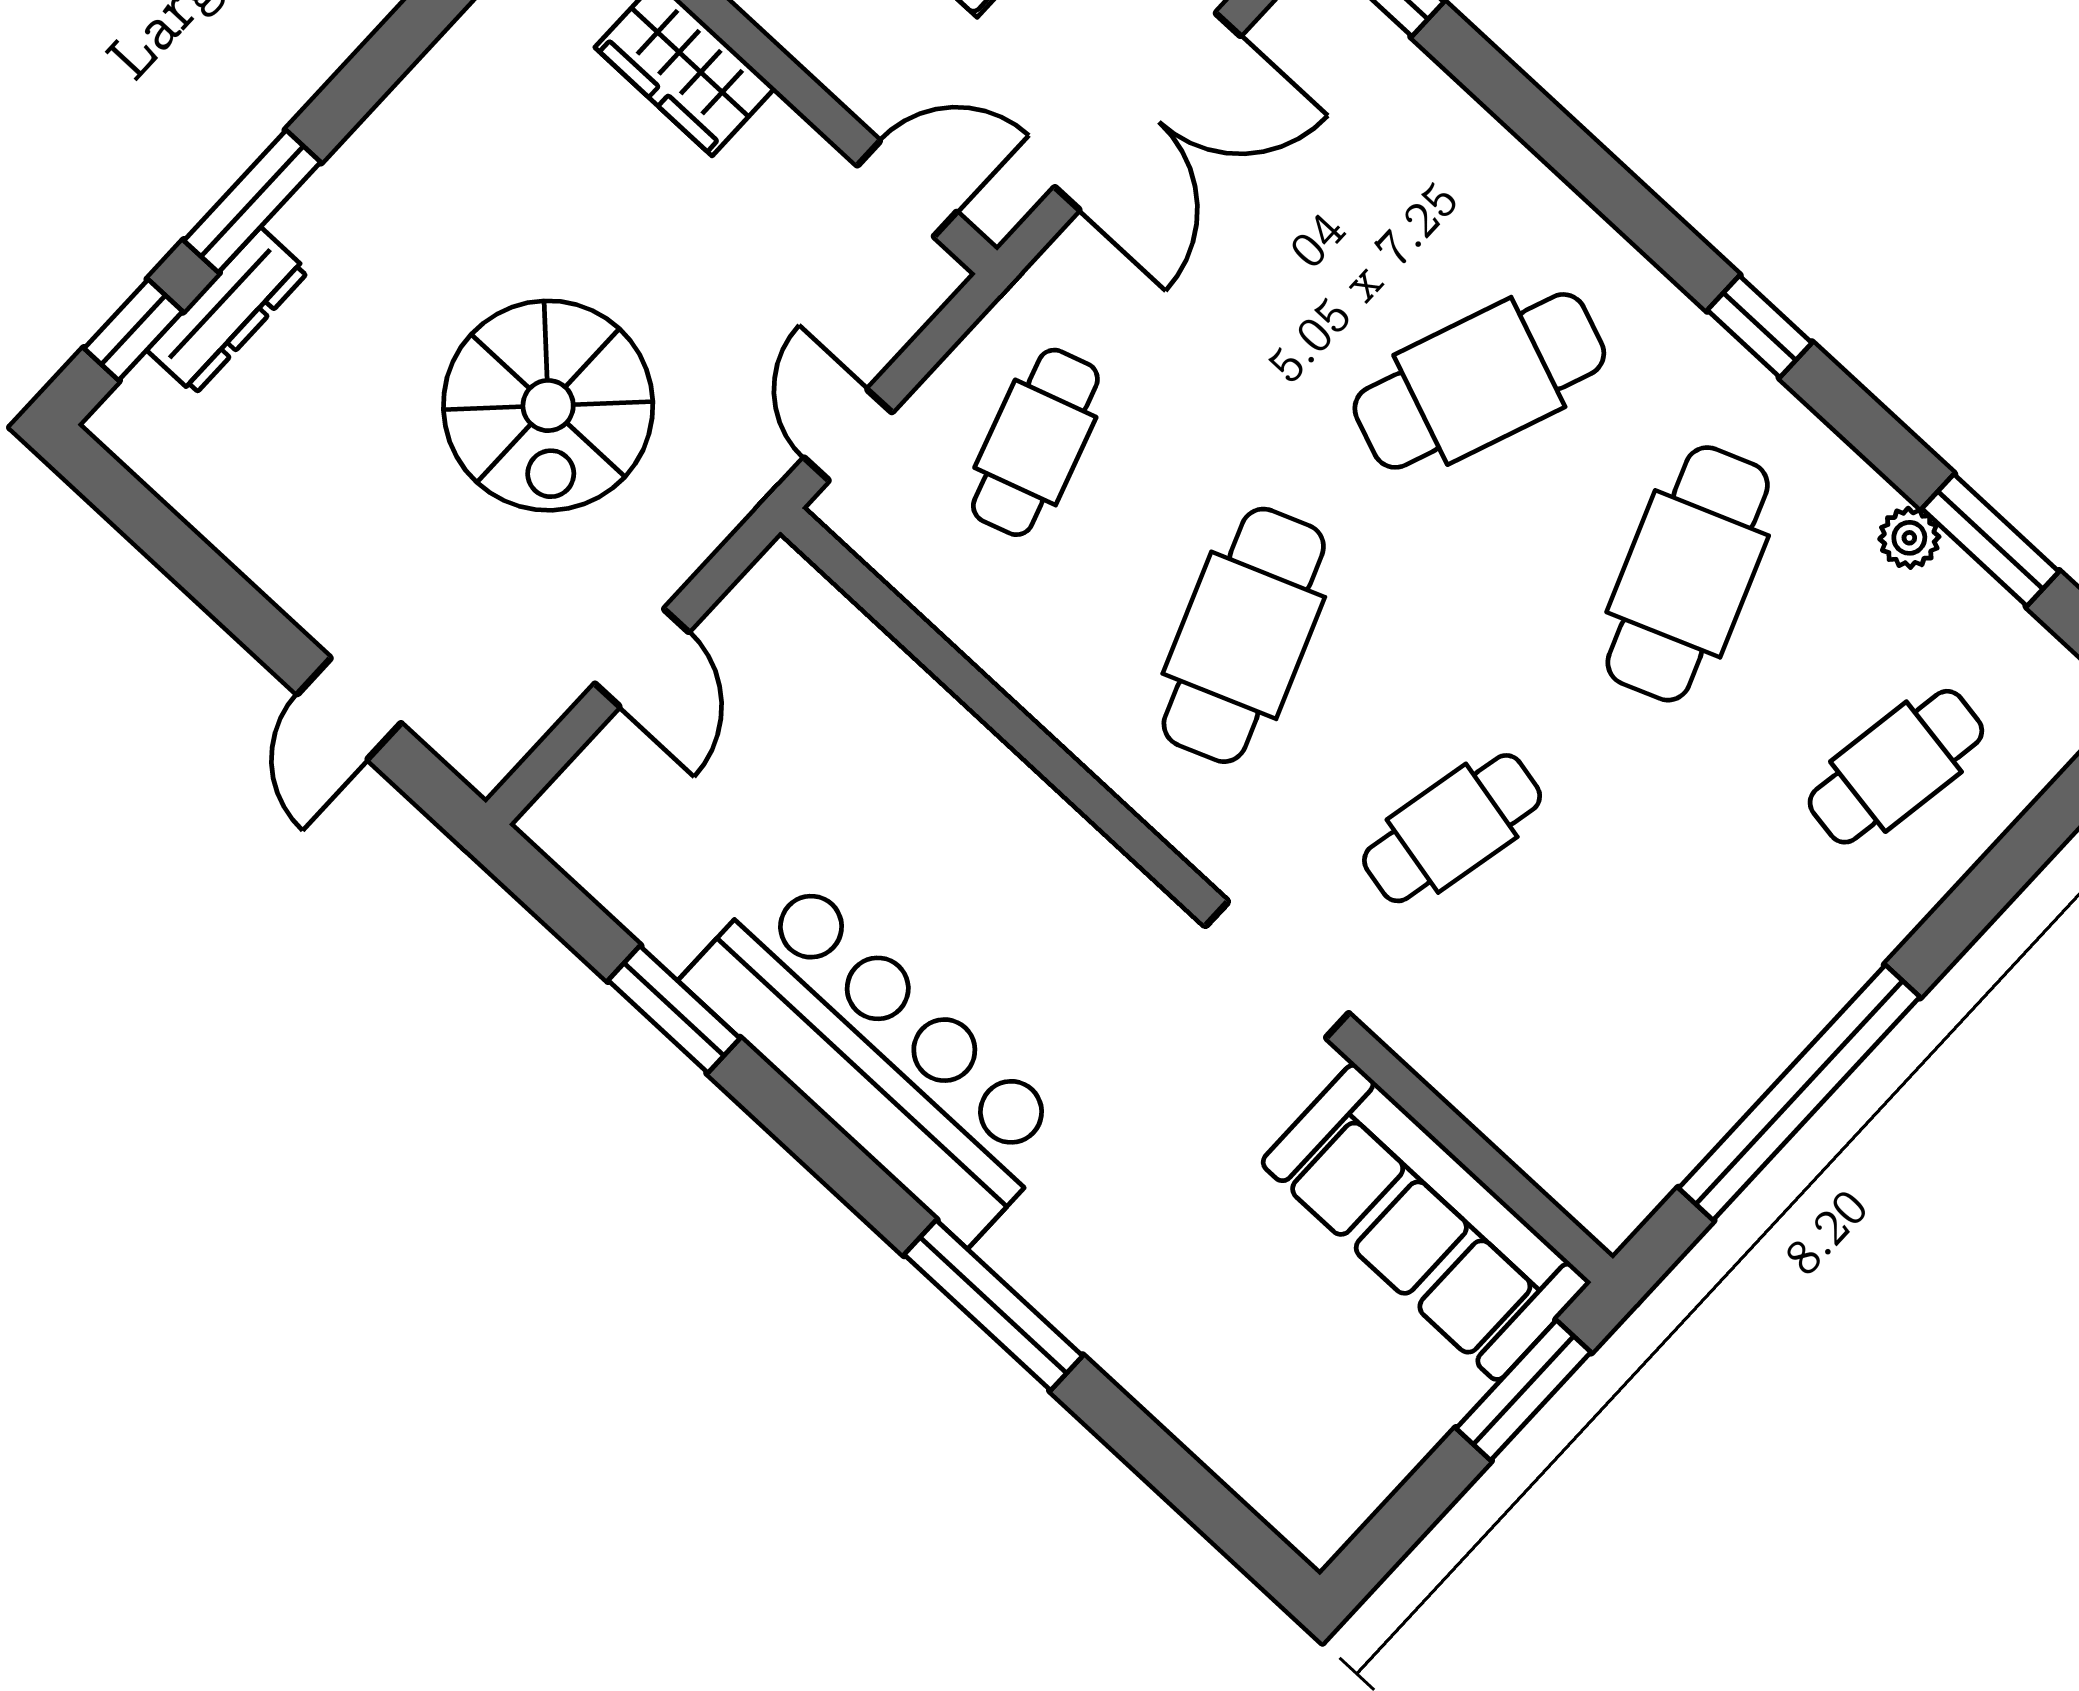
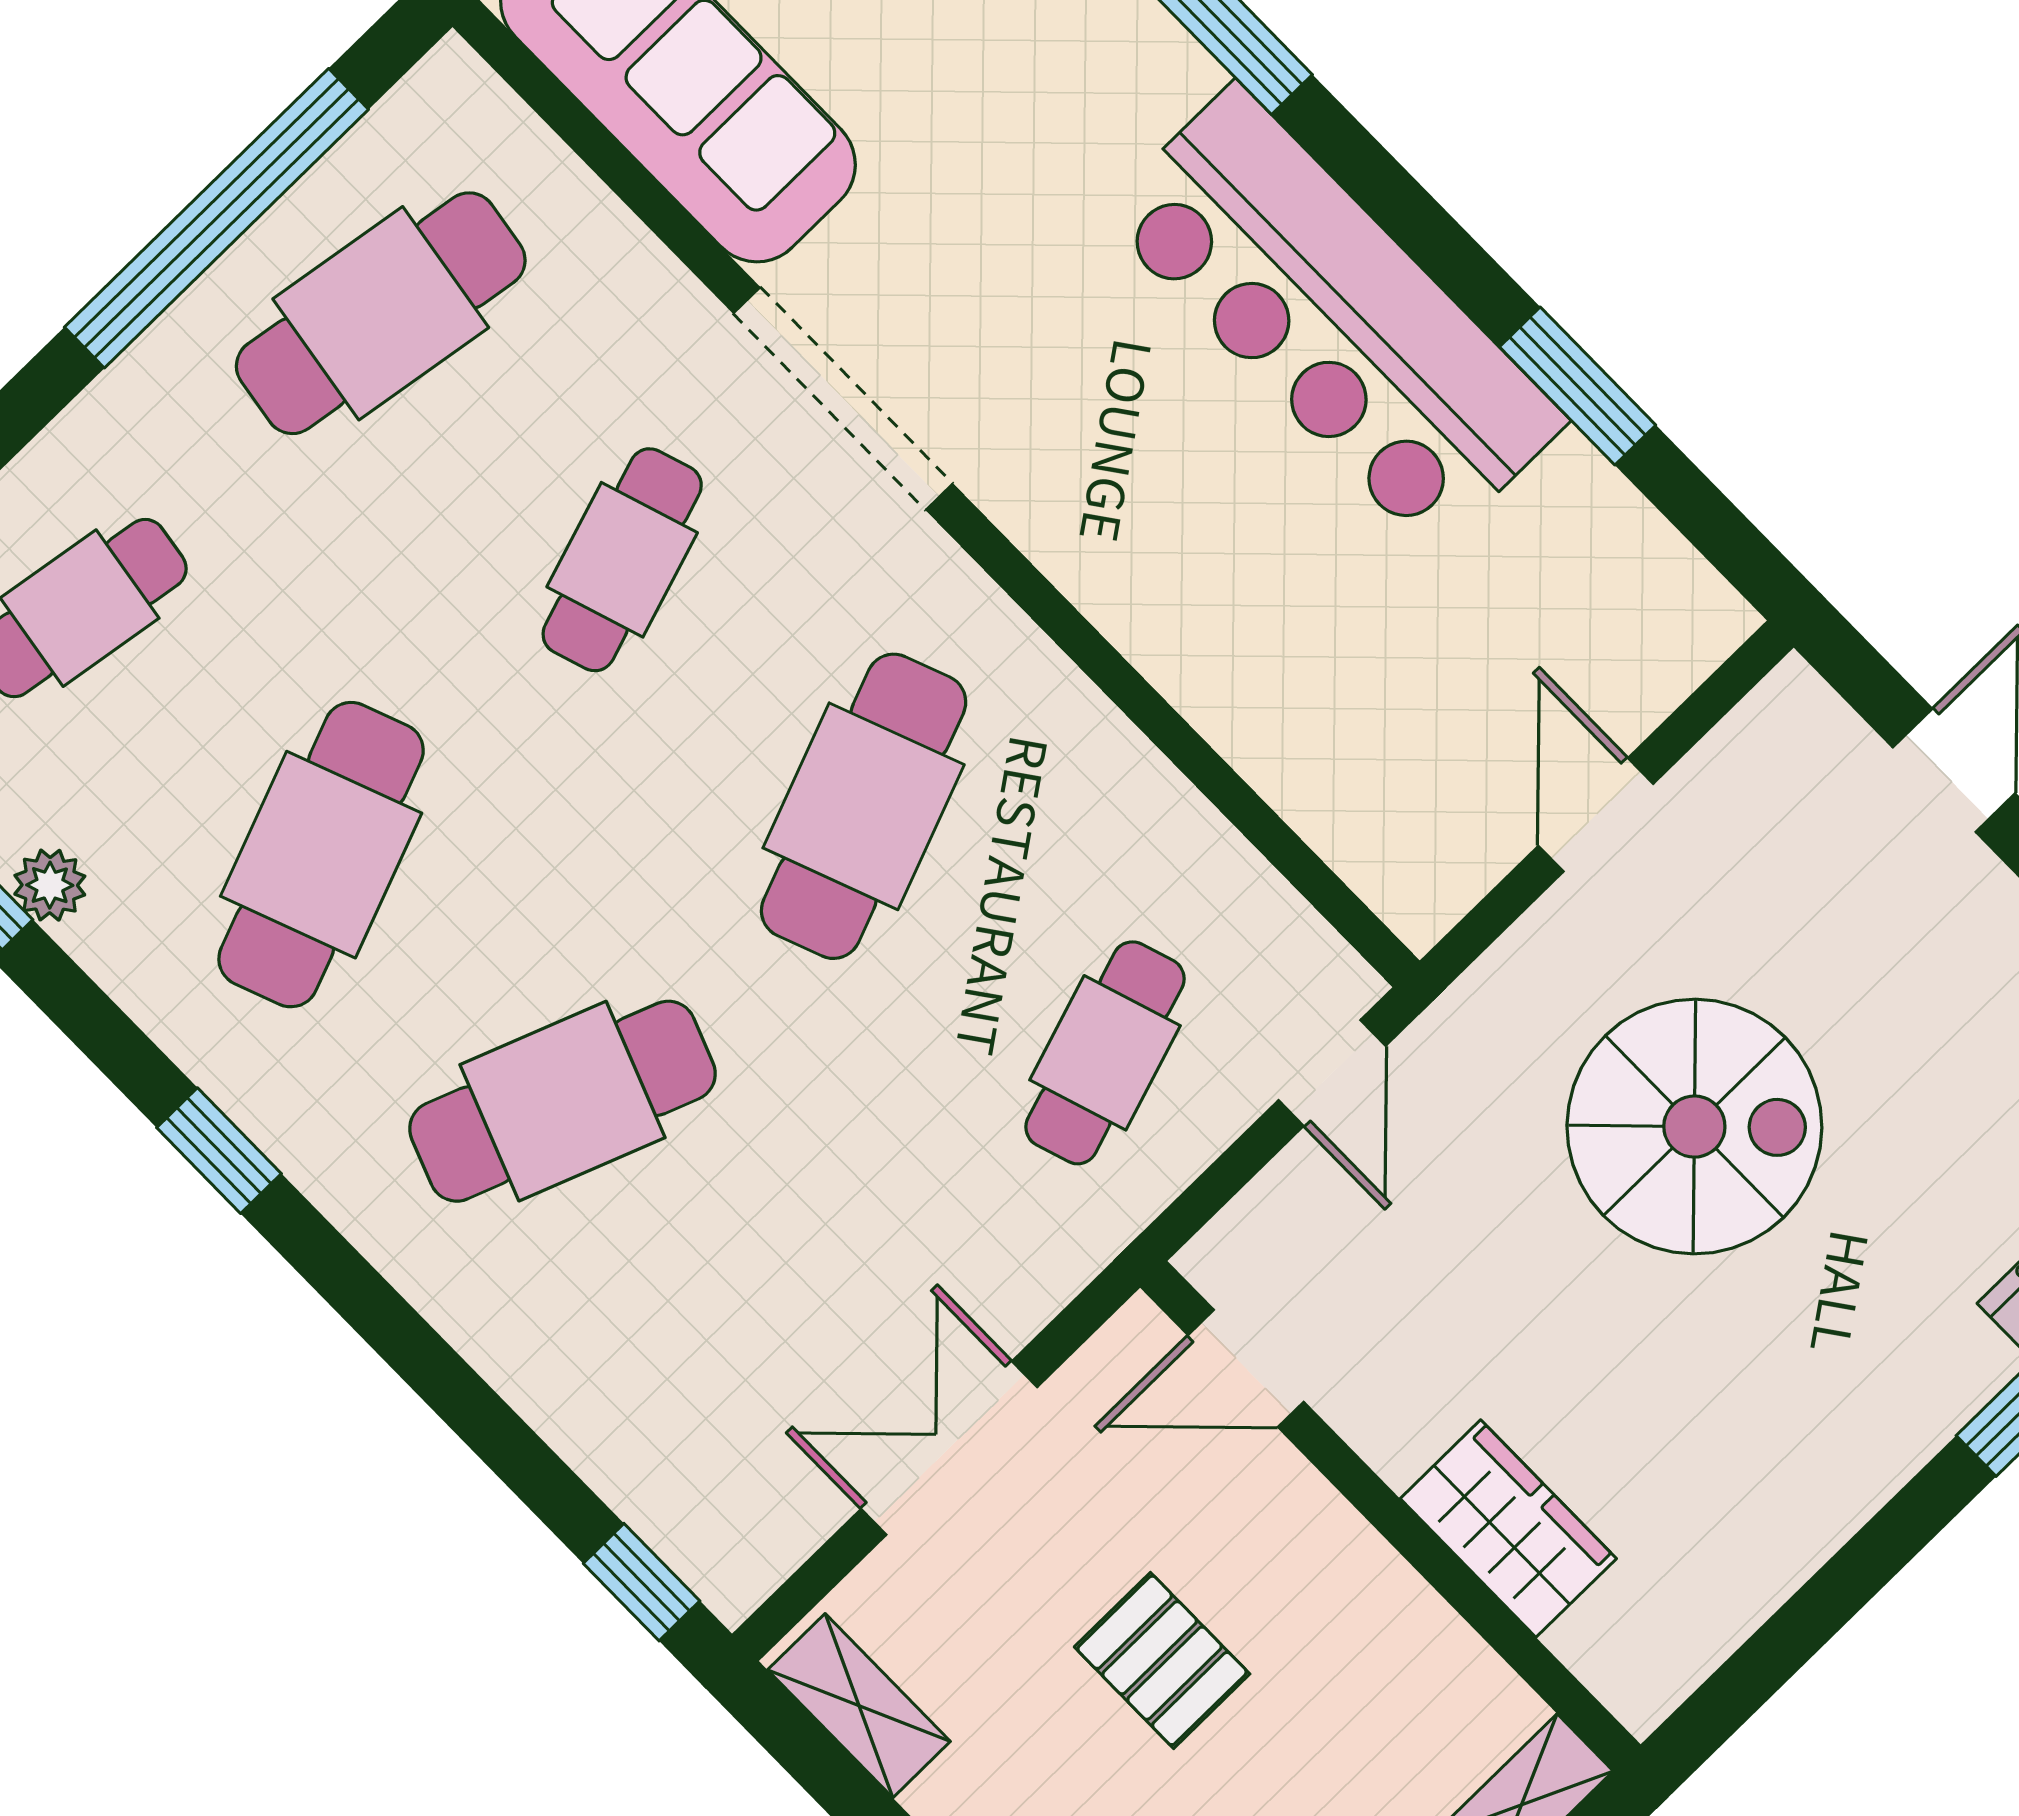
double door: (1148, 111) -> (949, 1448), width x0.73
spiral stairs: (548, 406) -> (1694, 1127), turned 90
cafe table: (1452, 828) -> (622, 560), turned -30
doorway: (1277, 970) -> (843, 399), width x1.36
cafe table: (1660, 1021) -> (381, 313), added

